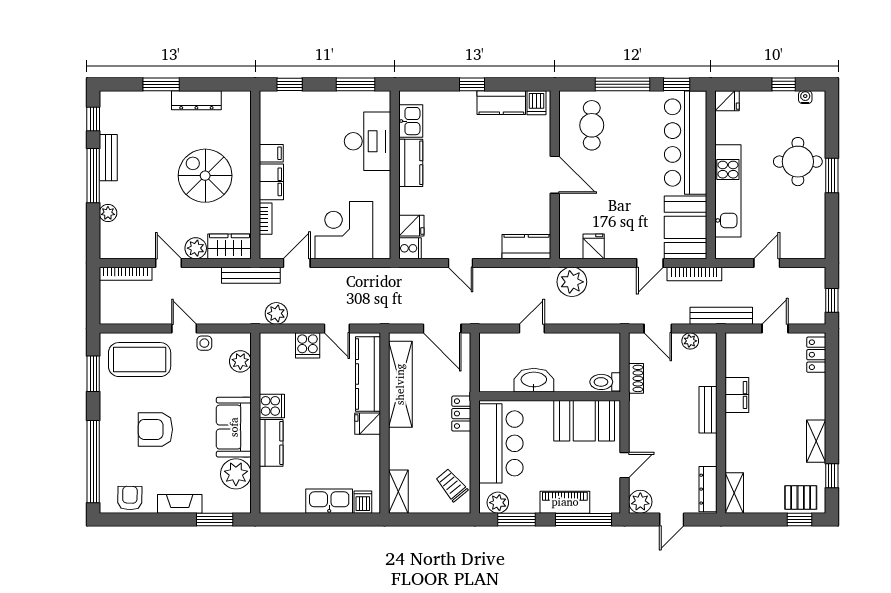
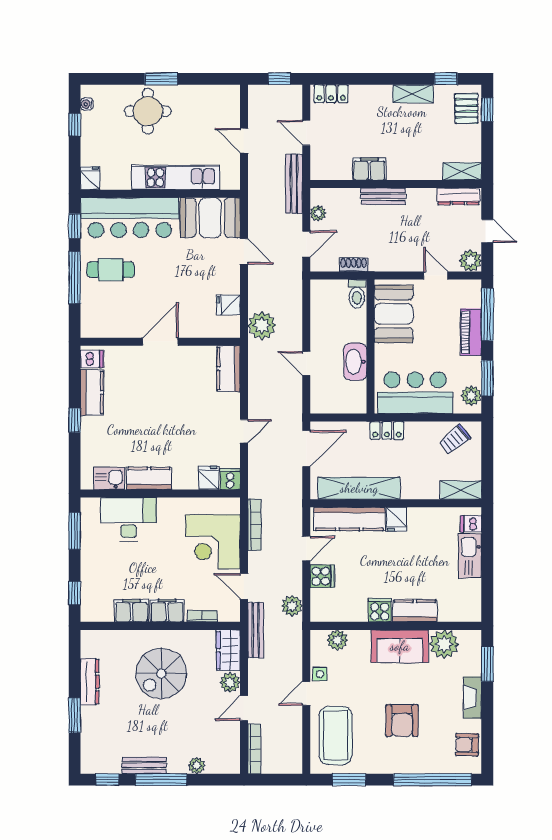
cafe table: (592, 125) -> (111, 270), moved
filing cabinet: (271, 153) -> (131, 611), width x2.00
bookcase: (694, 274) -> (255, 525), moved

